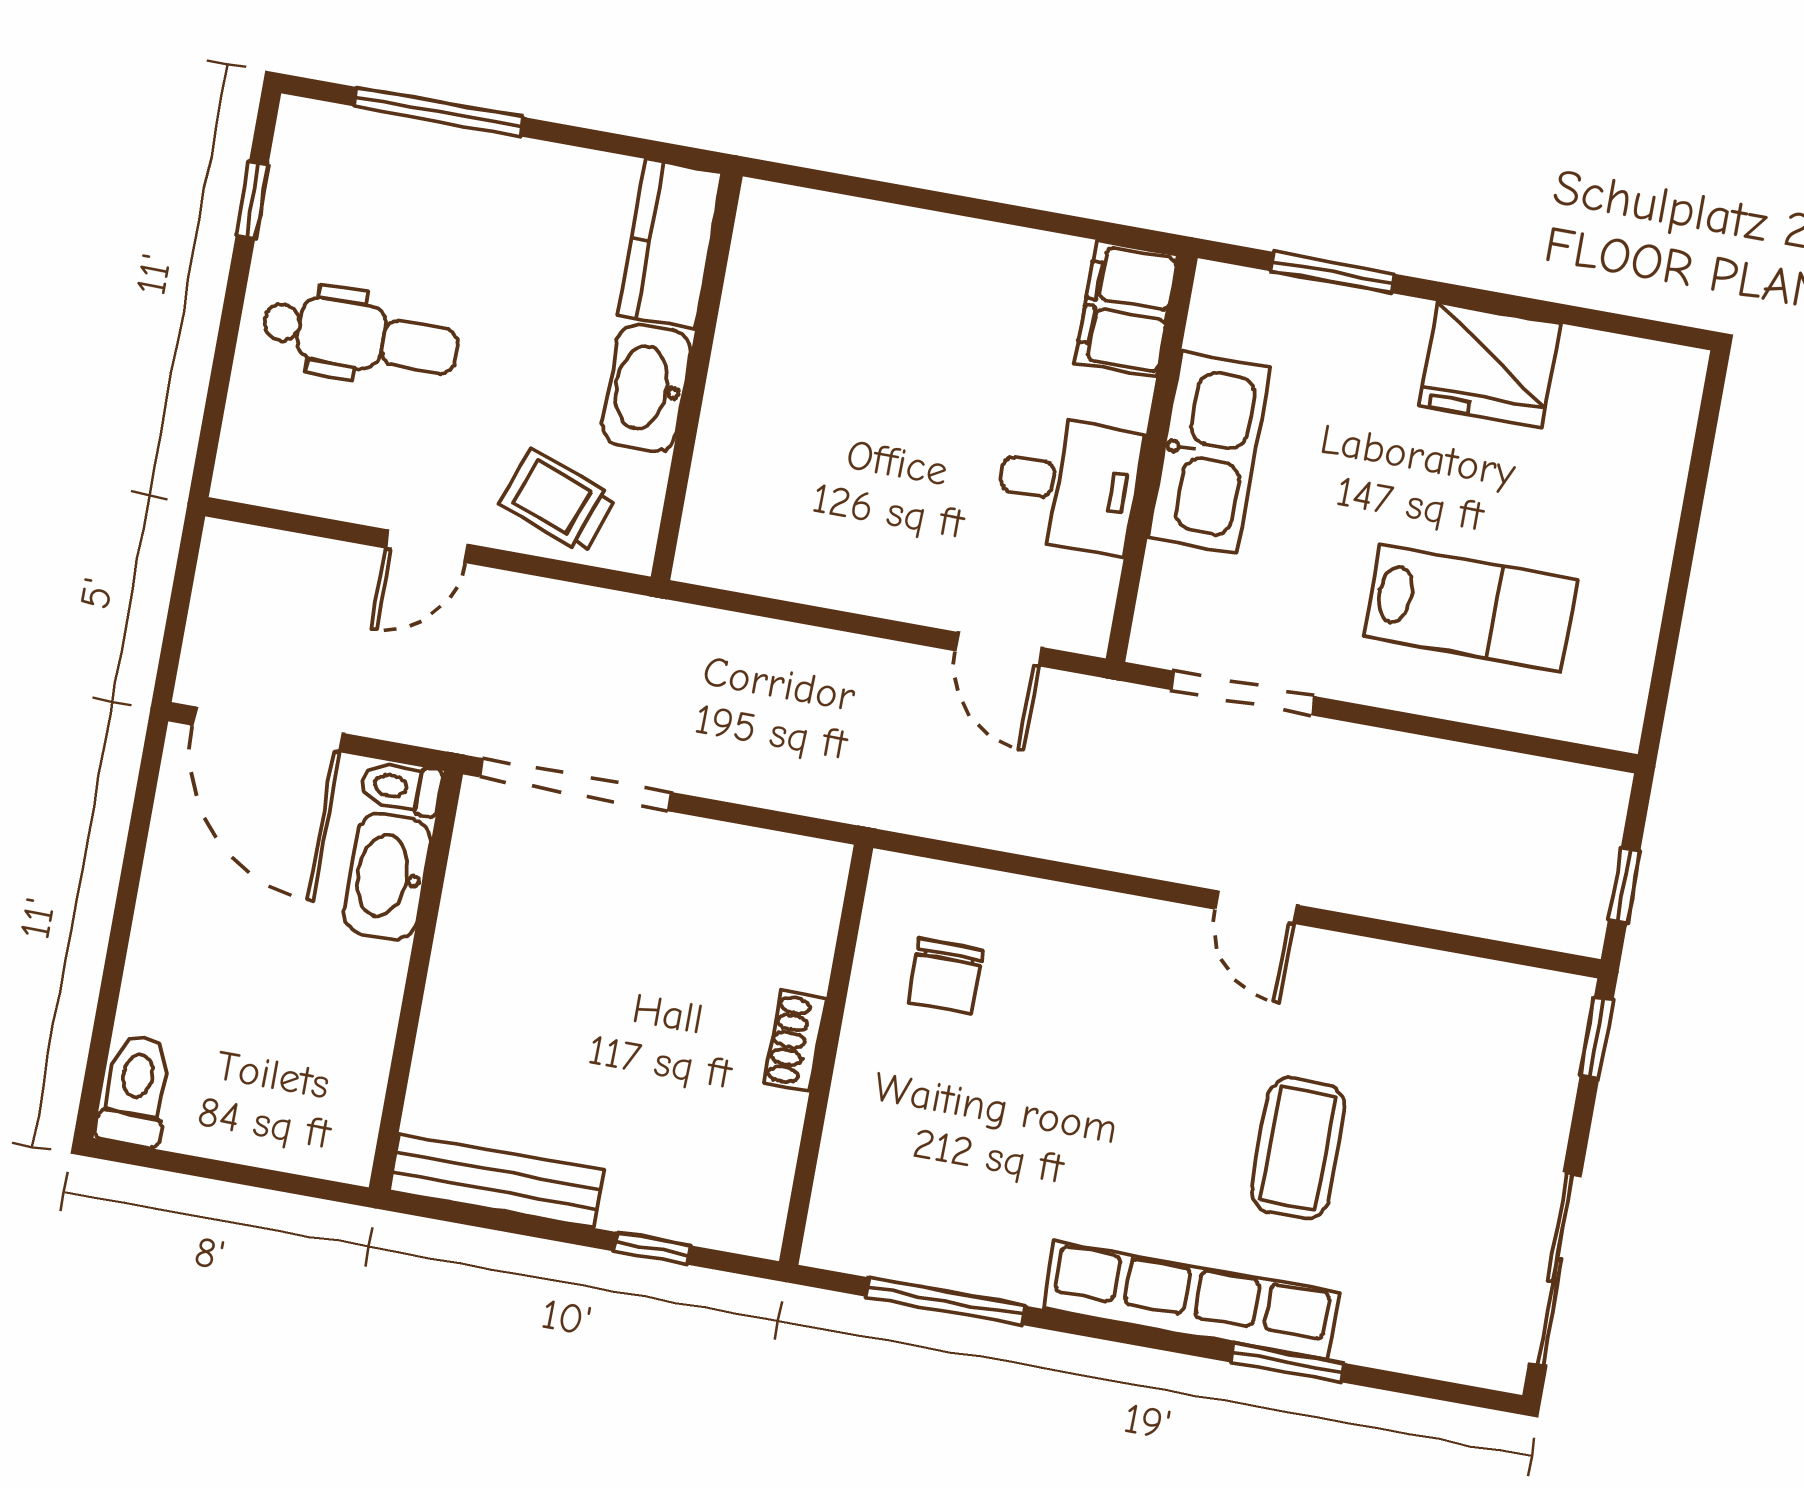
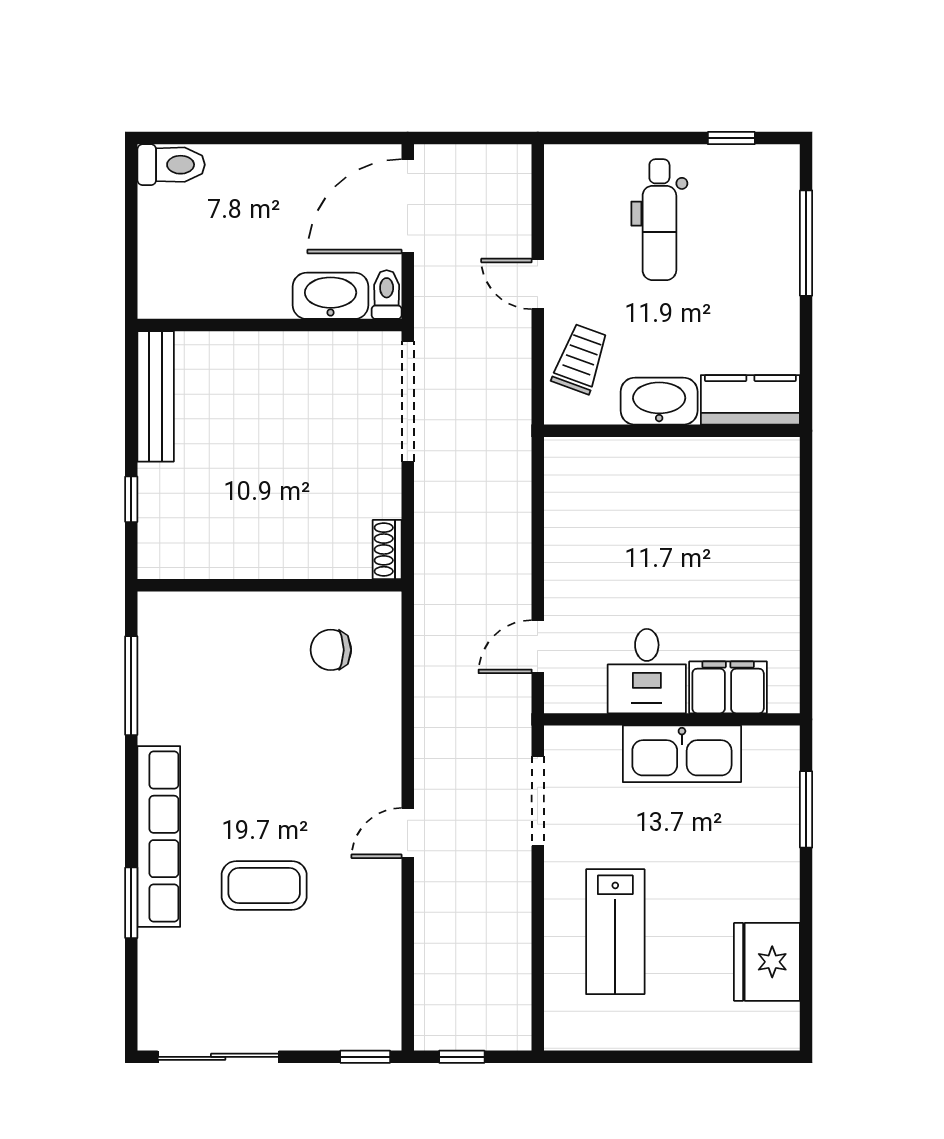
filing cabinet: (1127, 309) -> (728, 687), moved
fridge: (1490, 364) -> (767, 962), moved
shoe rack: (795, 1041) -> (387, 549), moved, turned -90

